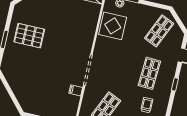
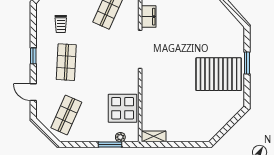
pallet: (29, 36) -> (219, 74), width x1.37, depth x1.41
filing cabinet: (76, 90) -> (149, 17), width x2.00

